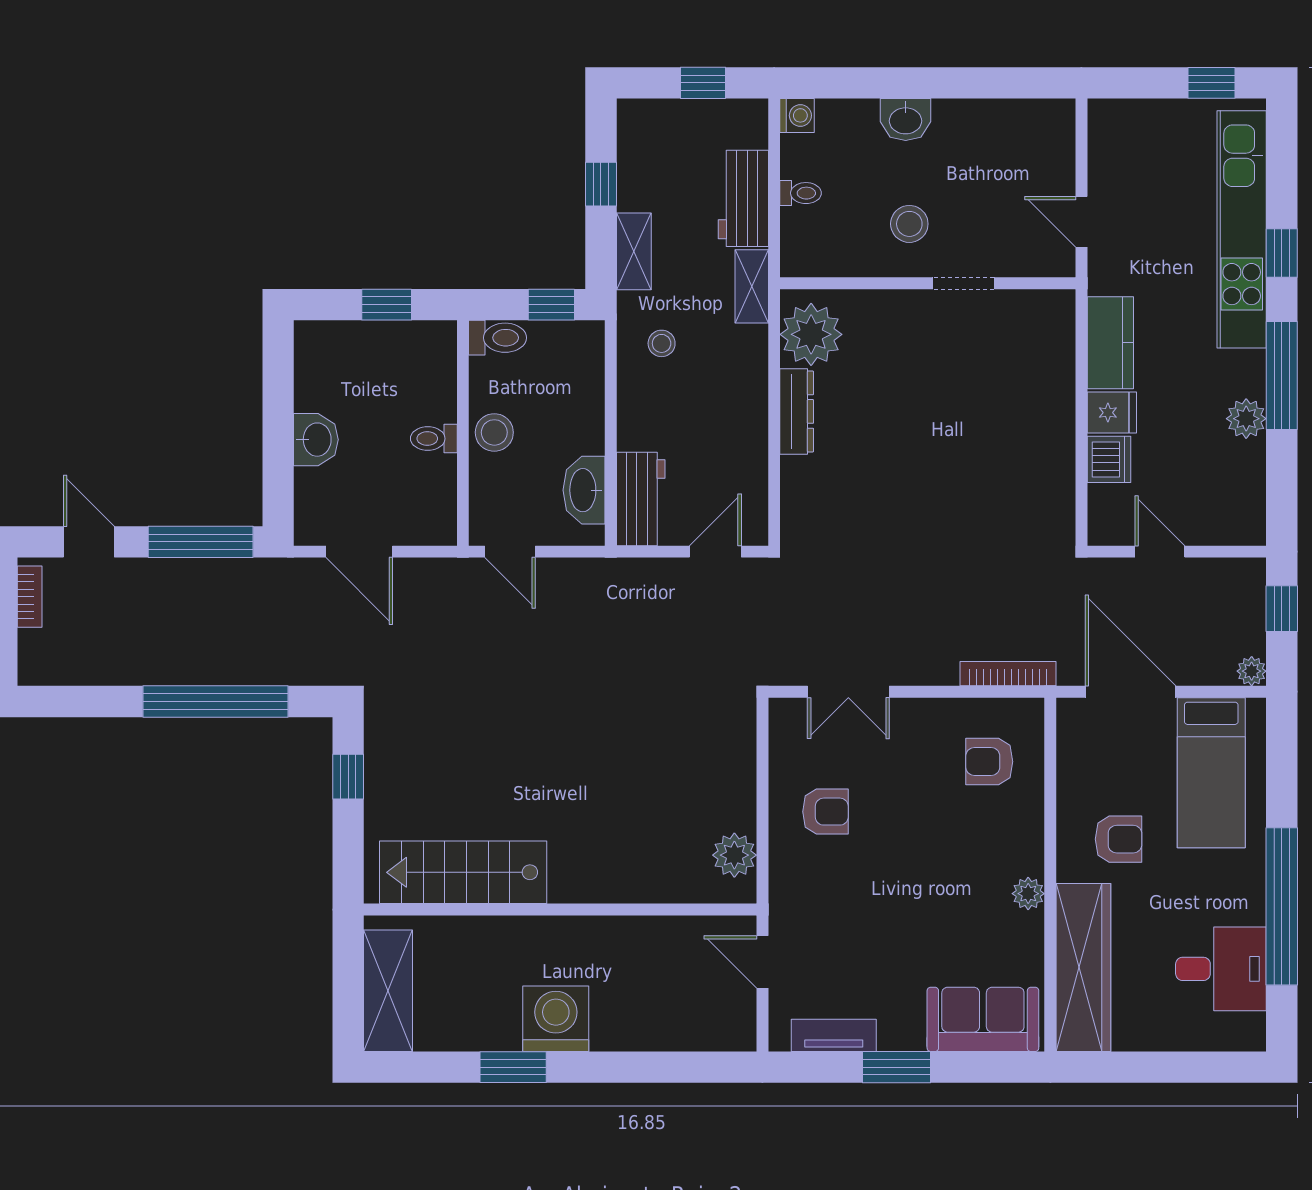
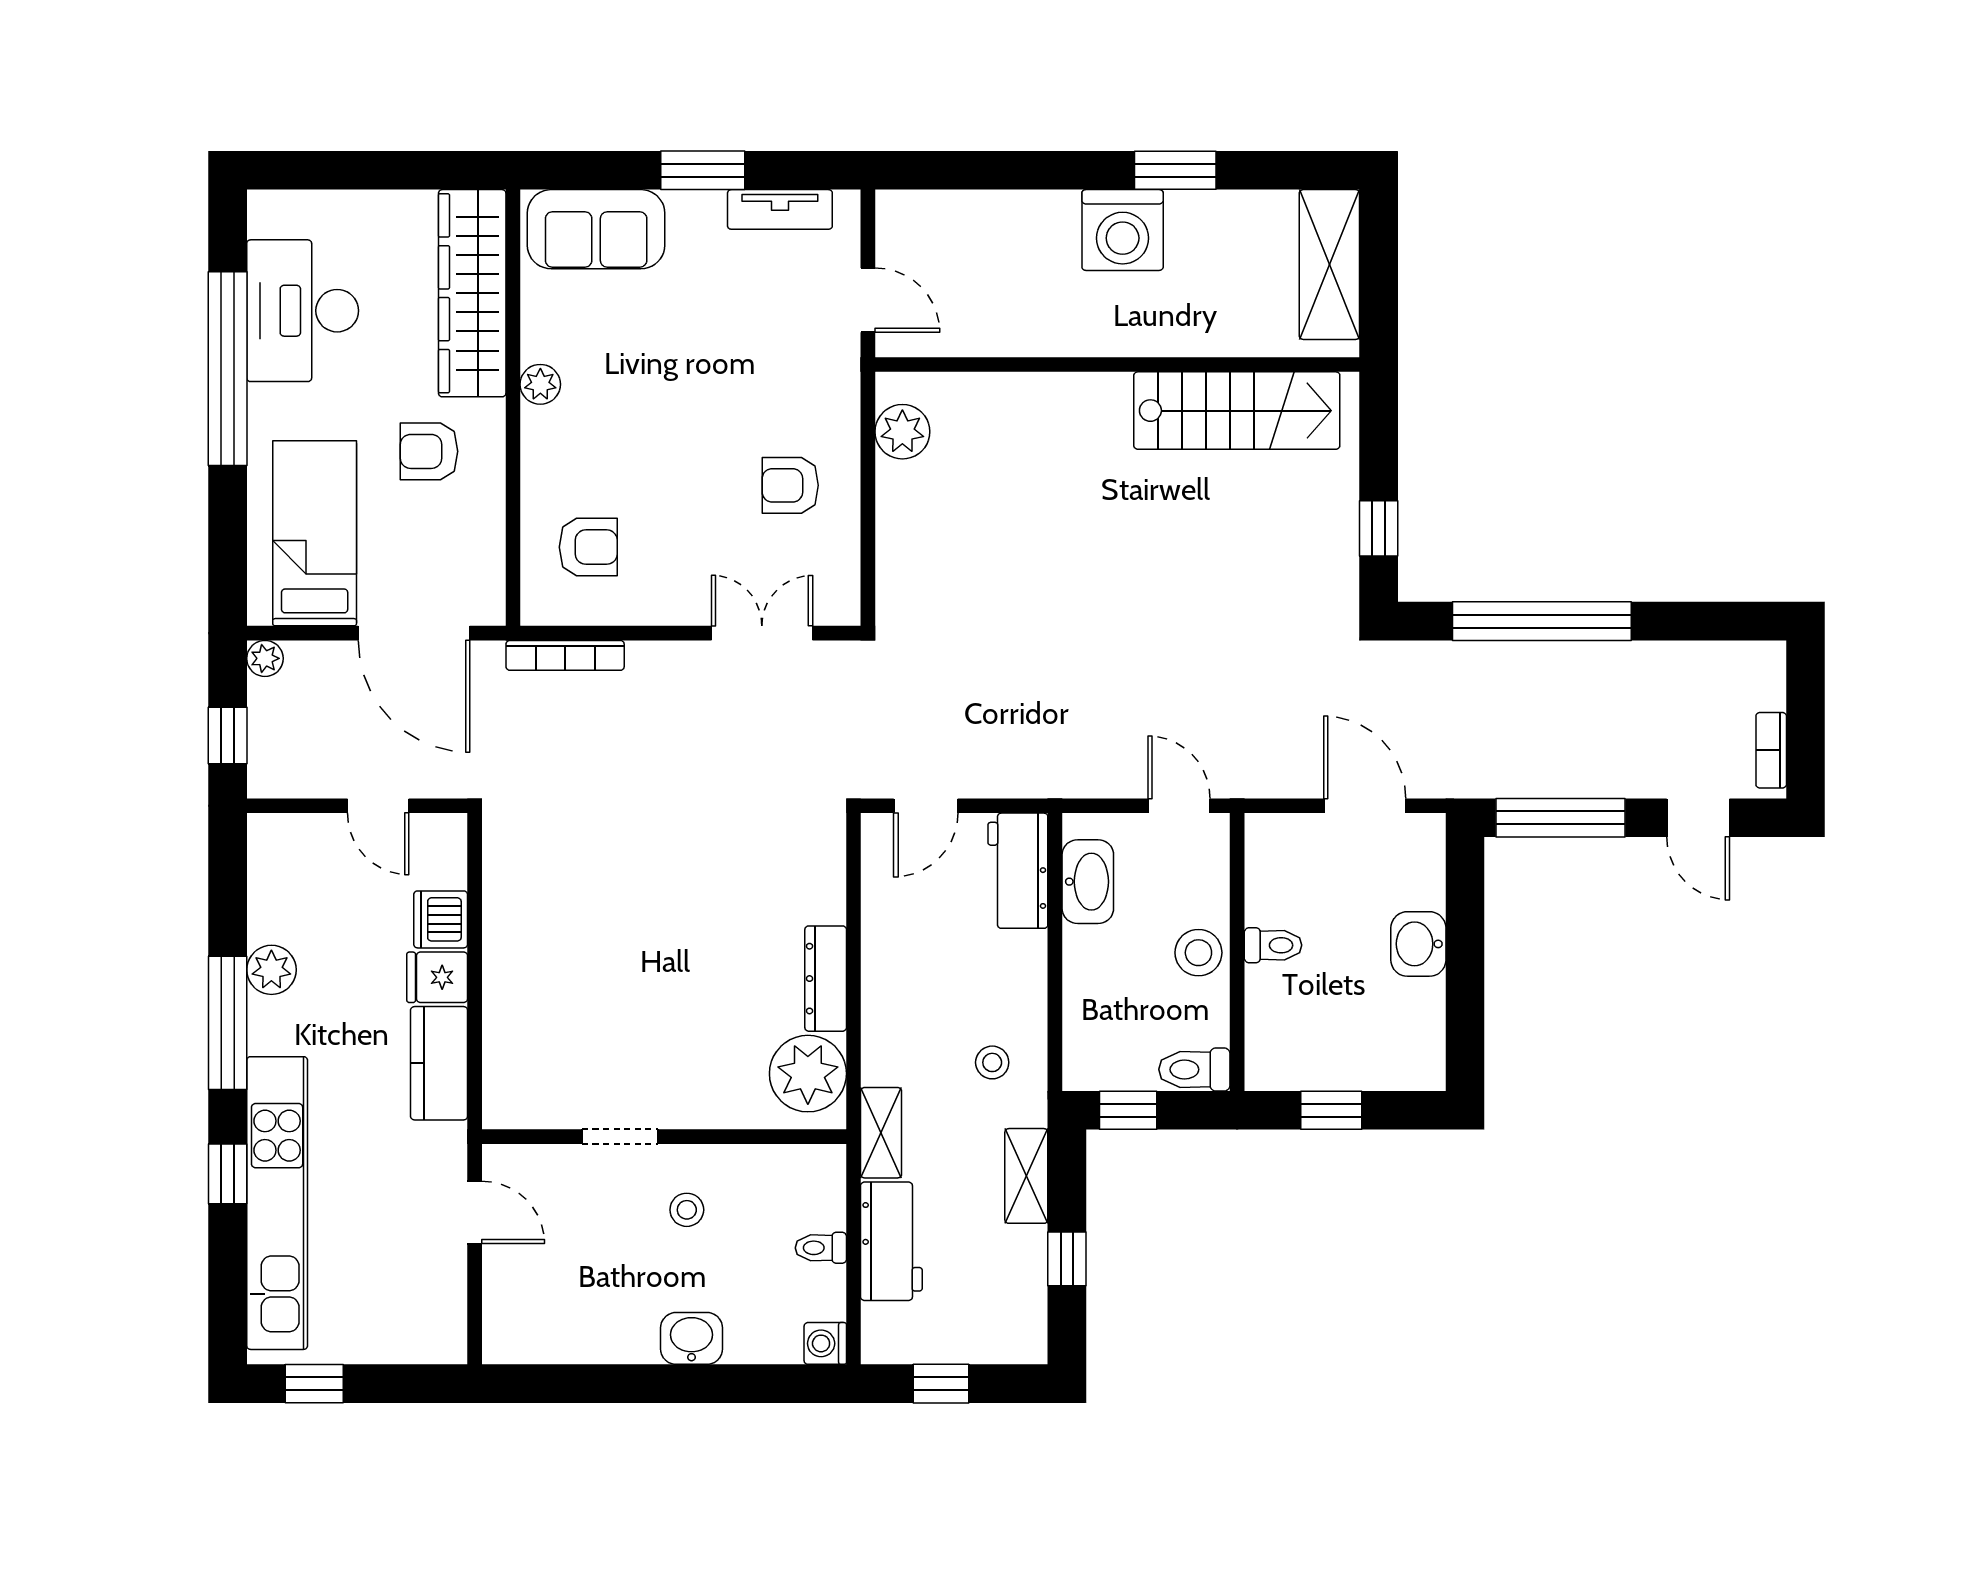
stool: (909, 224) -> (687, 1210), width x0.73, depth x0.73
desk: (1221, 969) -> (303, 311), width x1.37

